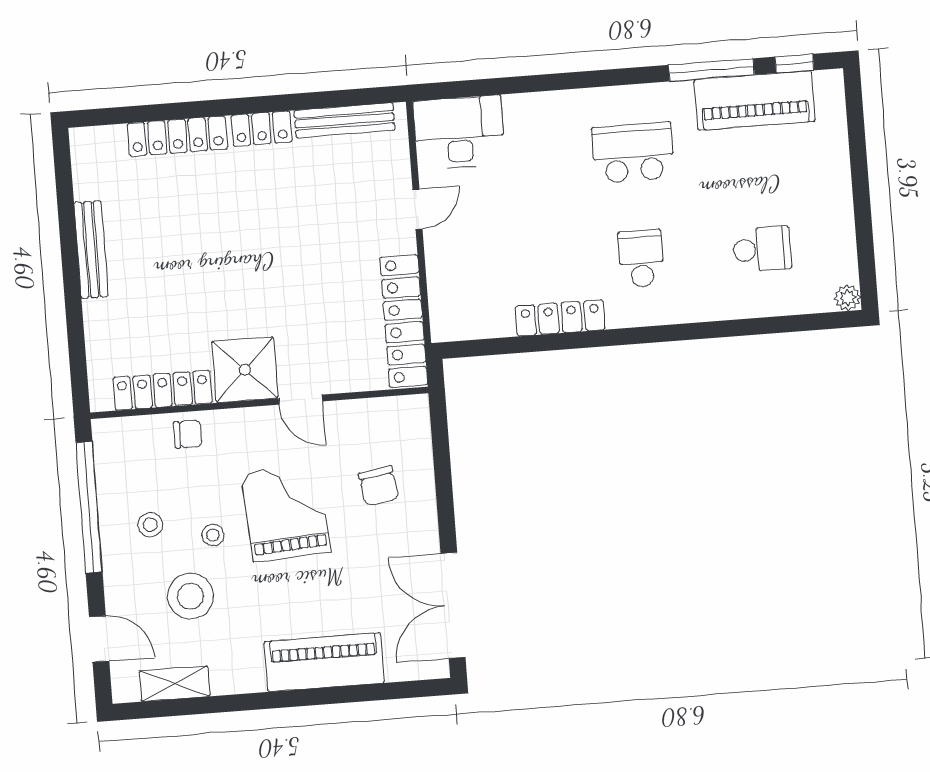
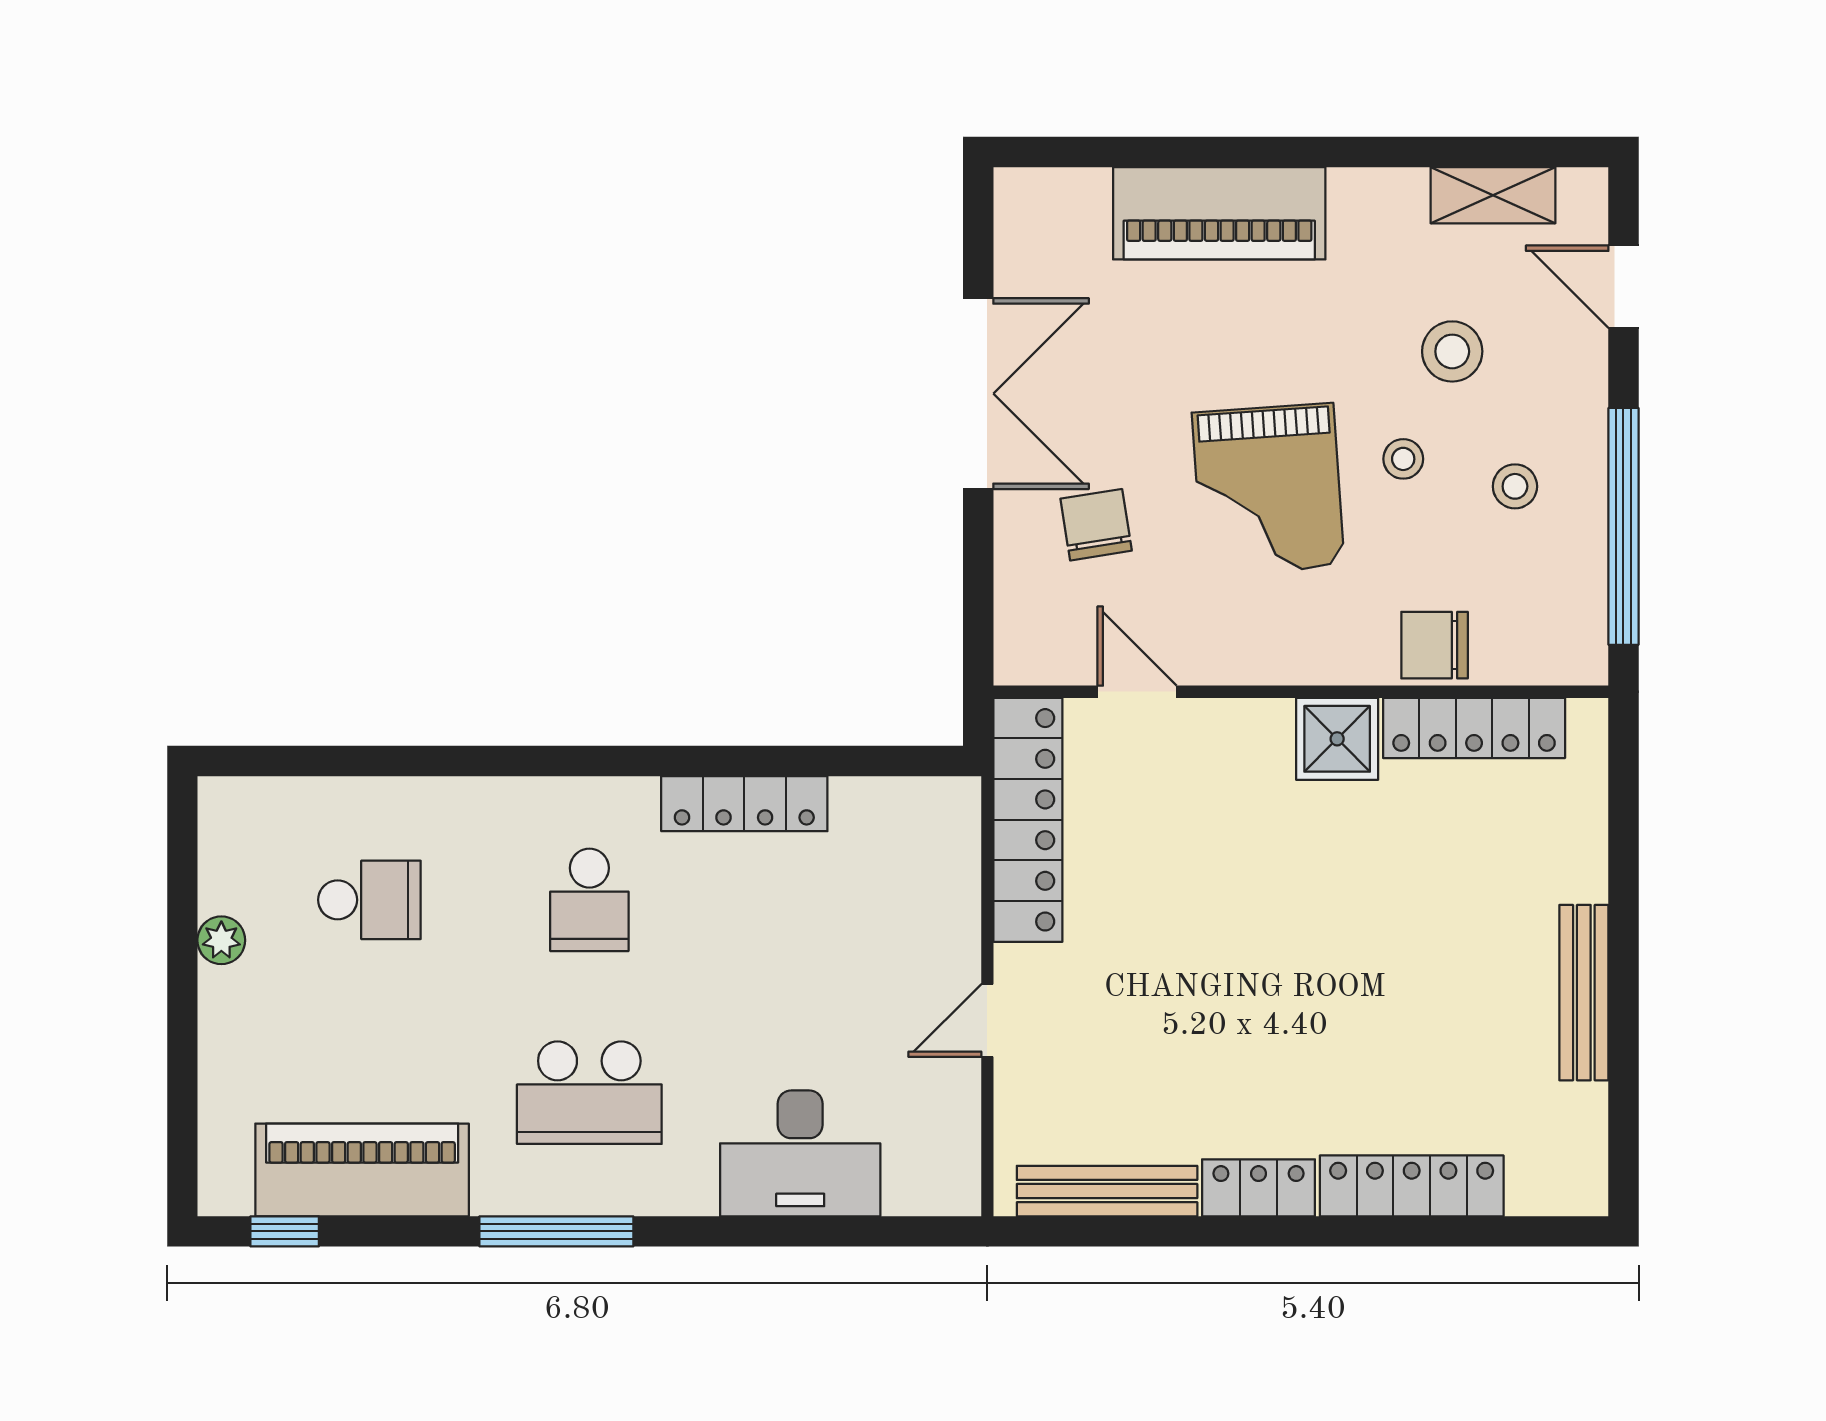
window: (711, 70) -> (556, 1231), moved
desk: (459, 132) -> (800, 1153), moved
school desk: (762, 249) -> (369, 900), turned 180
plant: (848, 298) -> (221, 940), moved
shower: (245, 370) -> (1337, 739), width x0.73, depth x0.73
door: (301, 400) -> (1137, 692), moved
chair: (188, 434) -> (1435, 645), width x1.37, depth x1.37
stool: (190, 596) -> (1452, 351), width x0.73, depth x0.73
double door: (453, 605) -> (978, 394), moved

